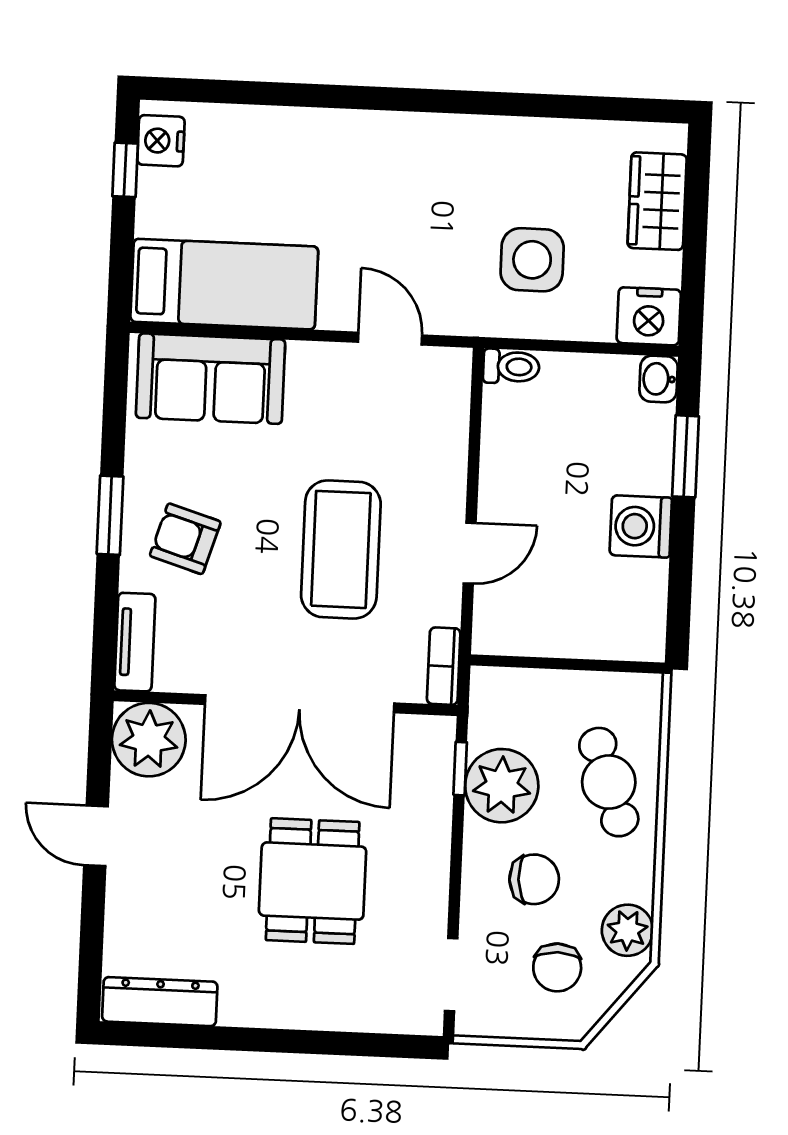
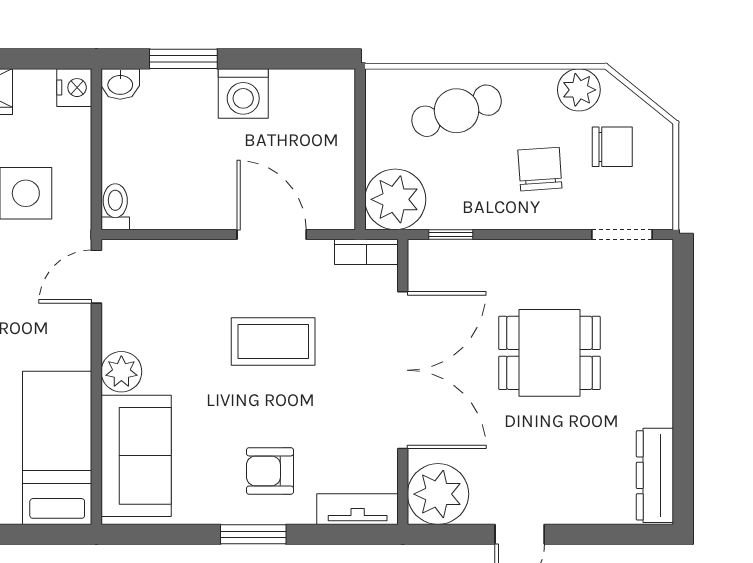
nightstand: (649, 316) -> (74, 88), width x0.74, depth x0.75
door: (390, 339) -> (96, 277), moved
plant: (312, 365) -> (121, 372), added
armchair: (185, 539) -> (270, 471), turned 73
coffee table: (341, 549) -> (273, 341), width x0.73, depth x0.76
door: (470, 553) -> (272, 234), width x1.37
plant: (502, 786) -> (395, 199), moved

